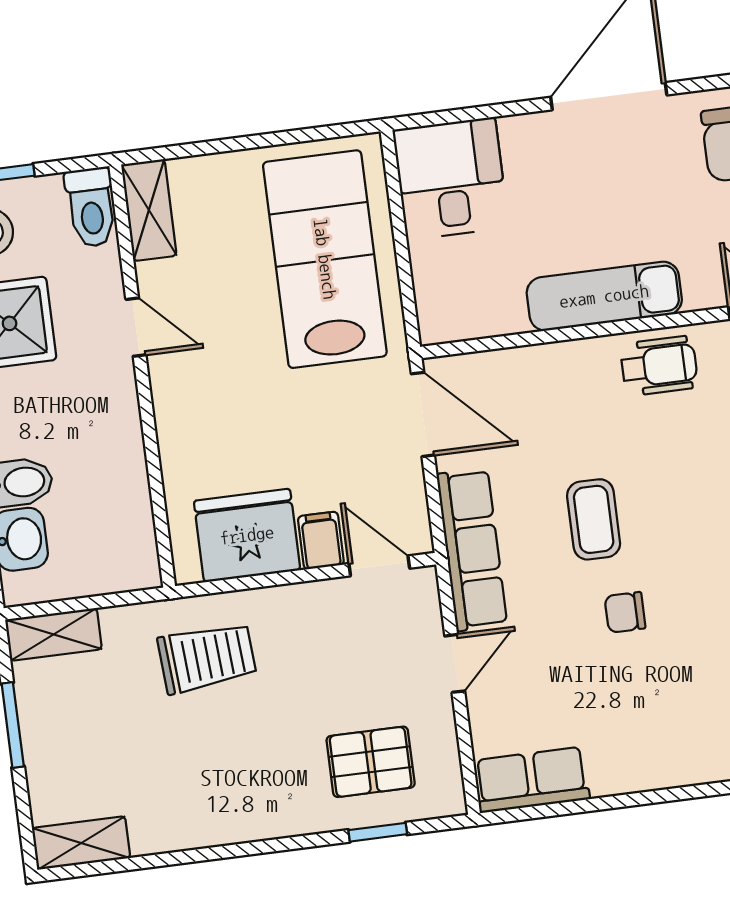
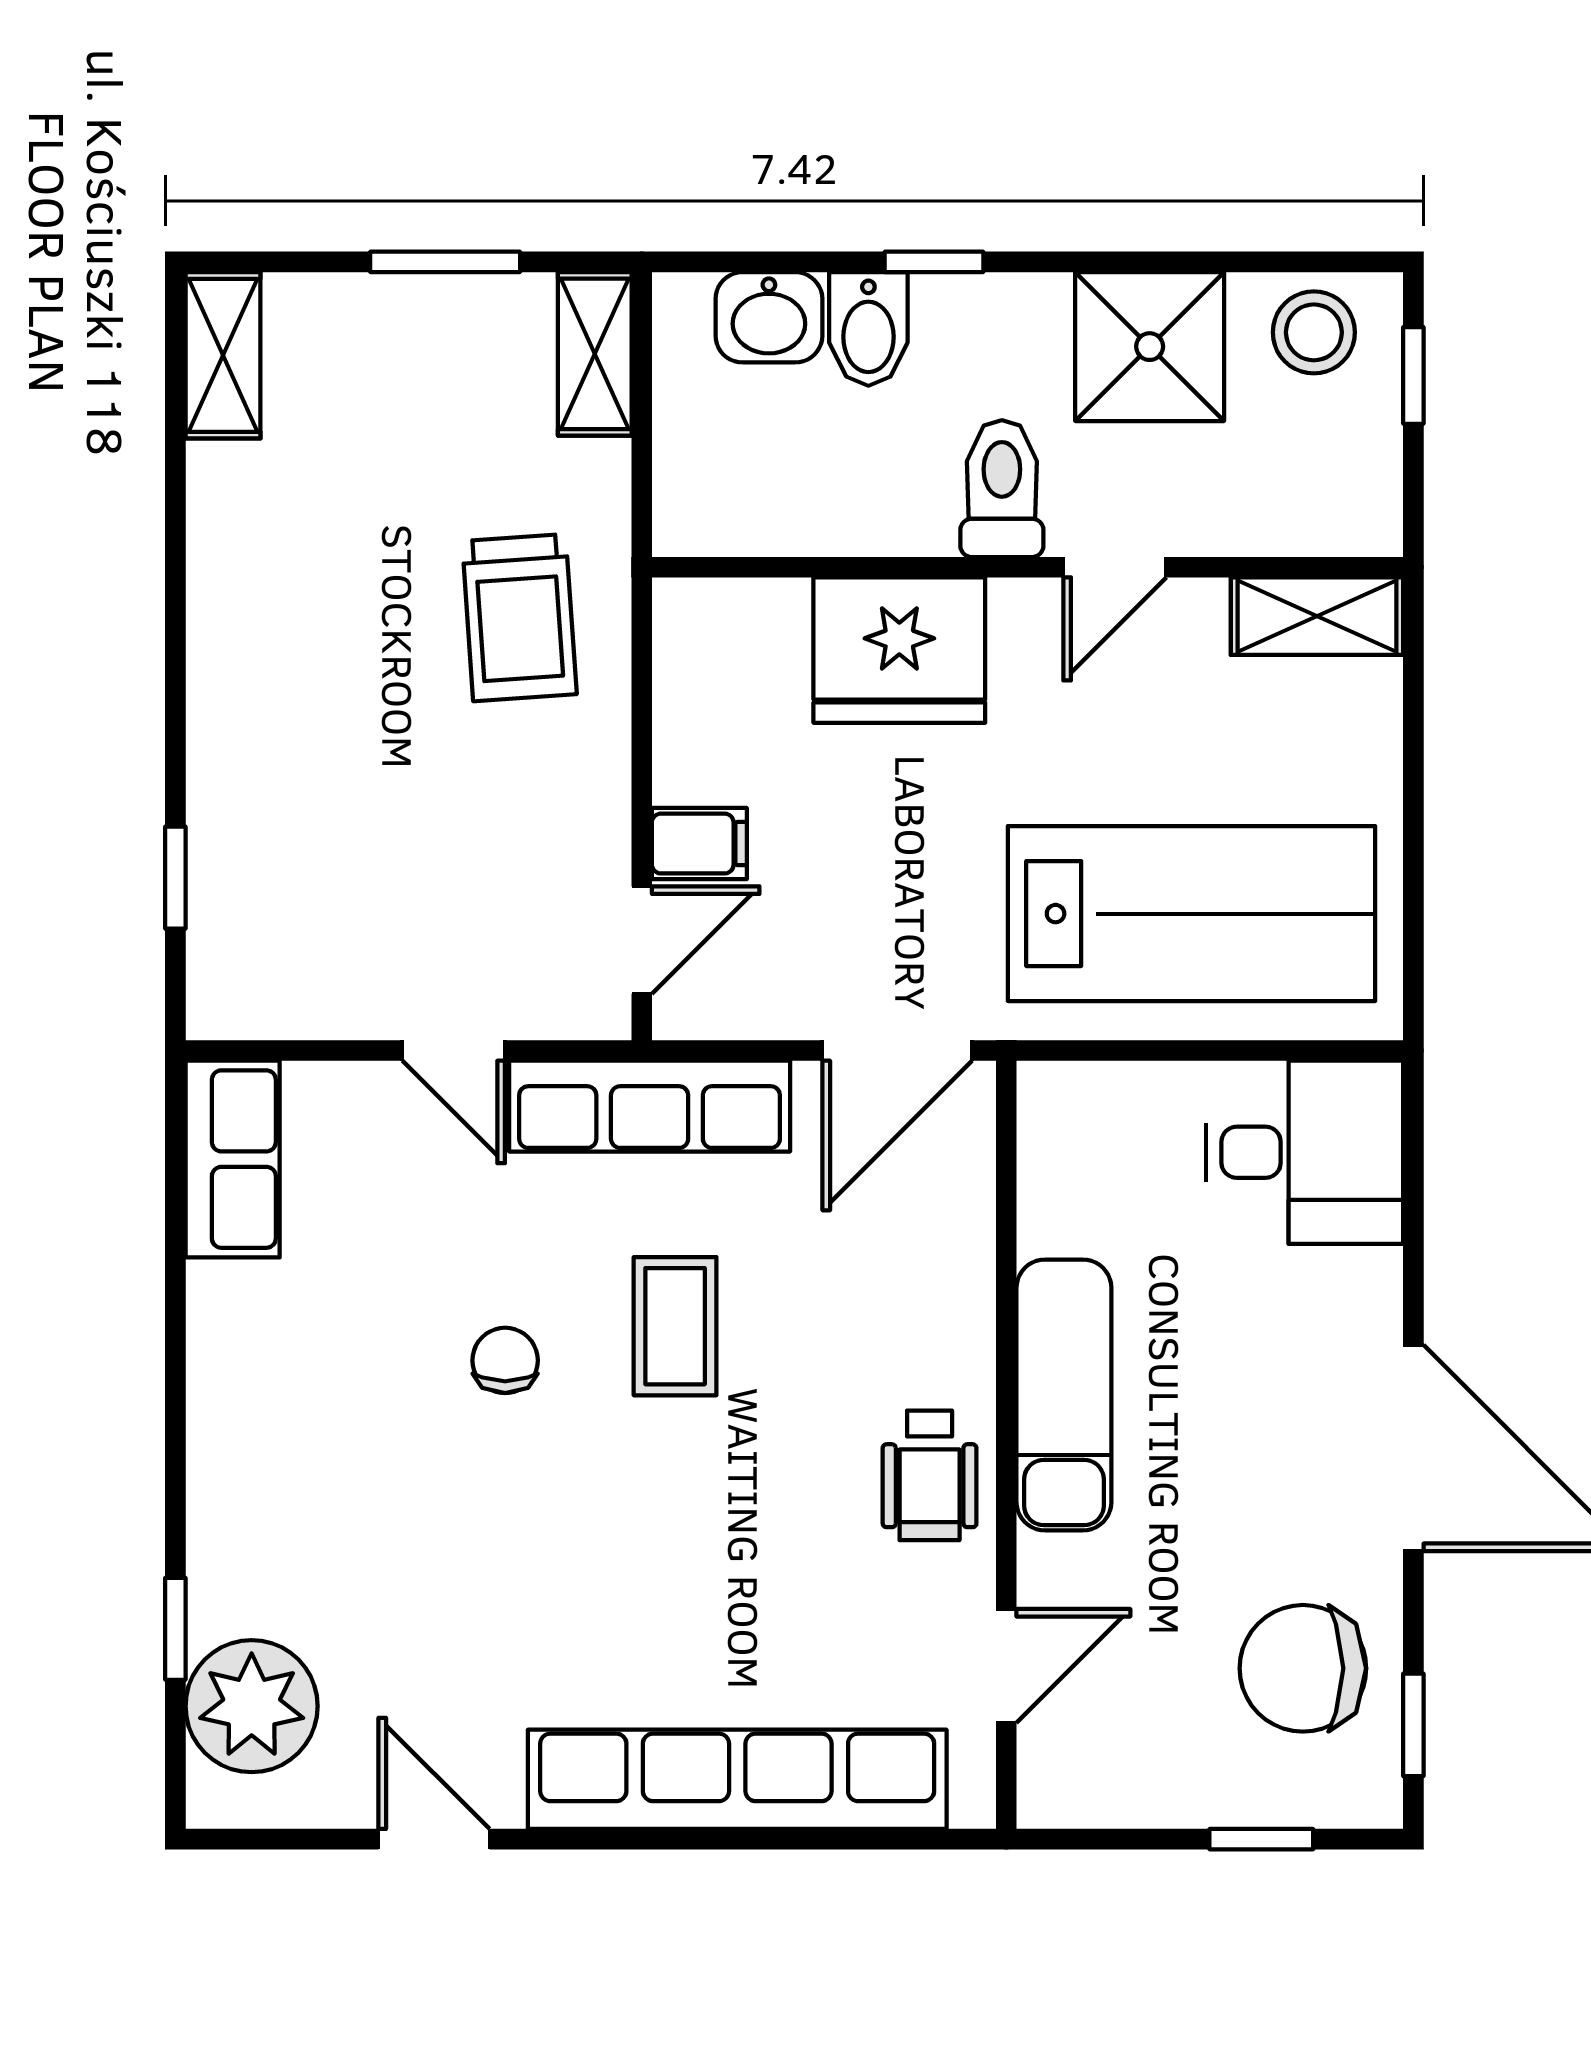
toilet: (91, 207) -> (1002, 489), moved, turned 90
coffee table: (594, 519) -> (675, 1326), turned 90
fridge: (247, 535) -> (899, 650), moved, turned 90
pallet: (371, 762) -> (300, 881), removed

